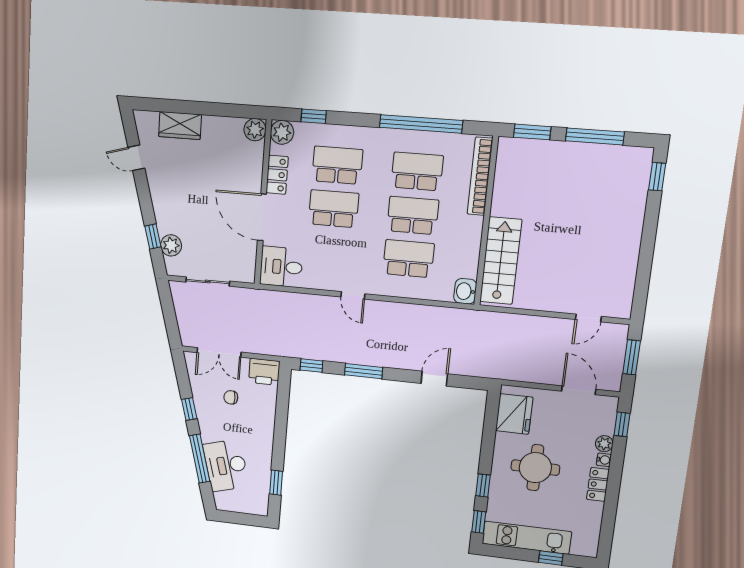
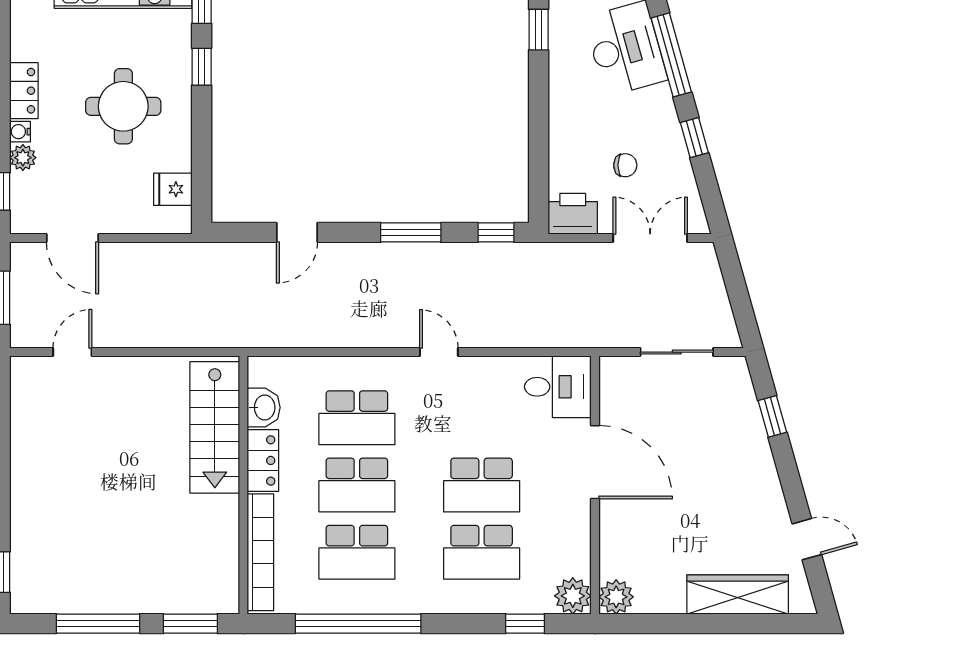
wardrobe: (180, 126) -> (738, 595), width x1.50
locker: (277, 175) -> (263, 460), moved, turned 180
plant: (171, 245) -> (741, 405), removed
washbasin: (465, 291) -> (264, 408), moved
fridge: (514, 414) -> (173, 189), width x0.53, depth x0.75

